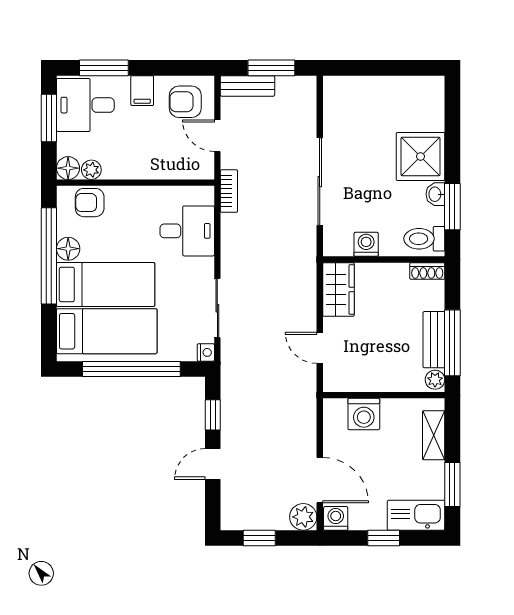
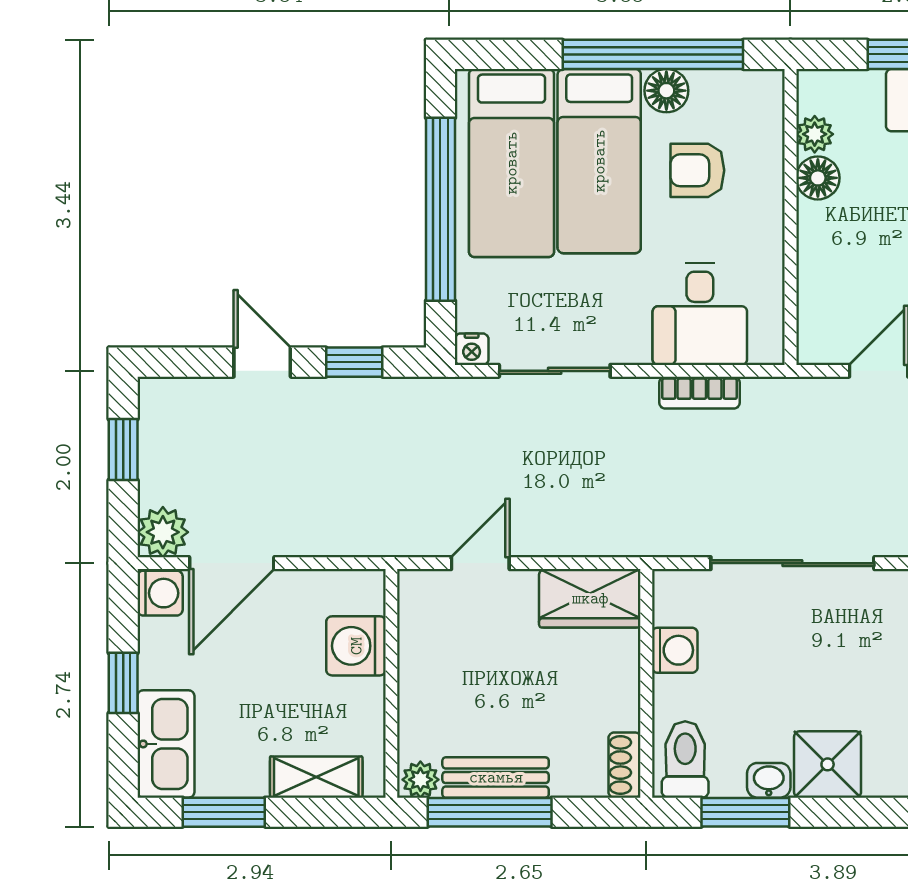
shower: (420, 156) -> (828, 764), width x0.73, depth x0.73
floor lamp: (68, 168) -> (818, 178), moved
bookcase: (229, 191) -> (699, 393), moved
armchair: (90, 203) -> (697, 170), moved, turned -90

